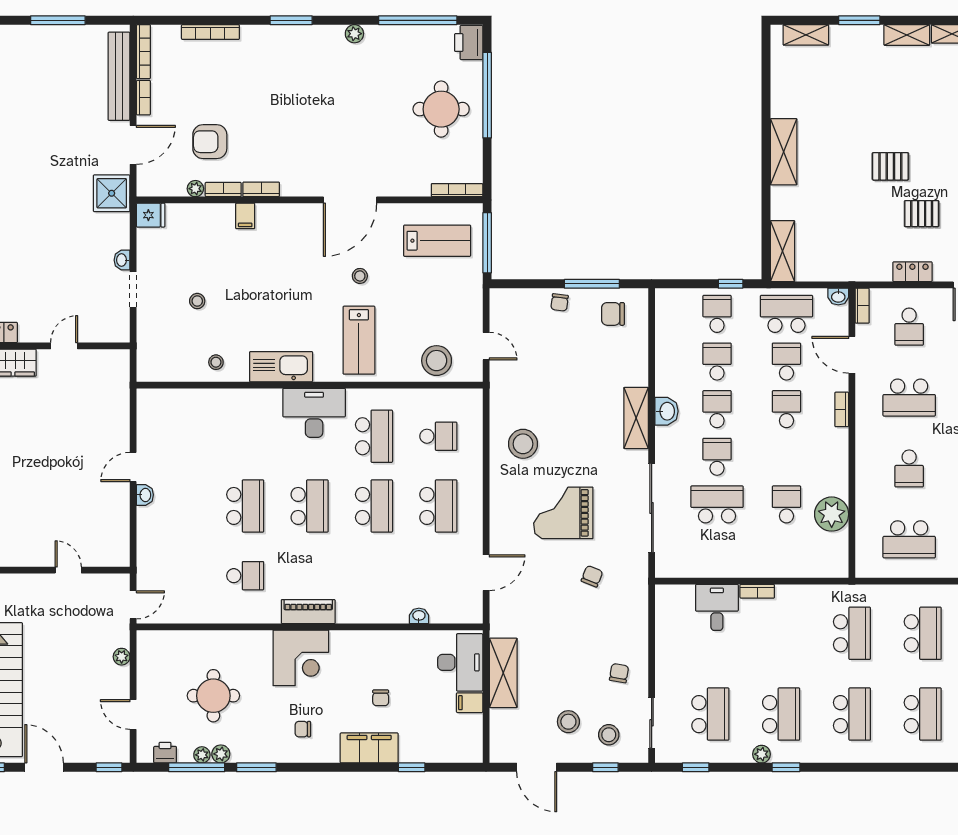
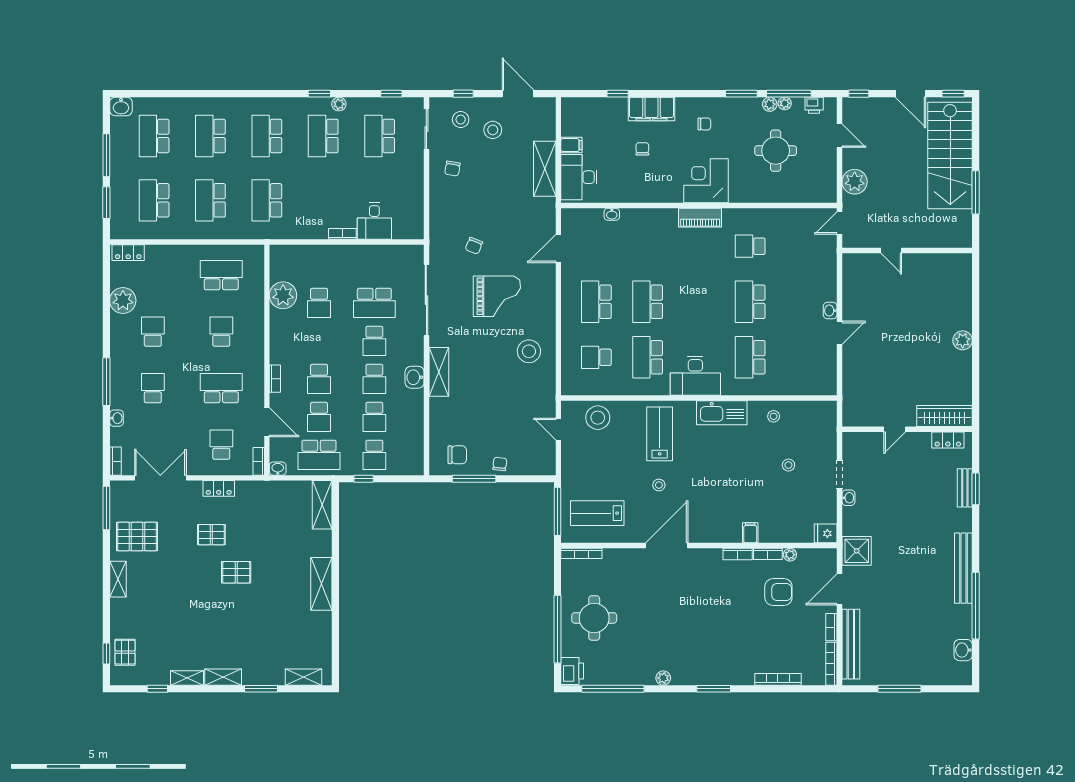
school desk: (310, 506) -> (750, 357), moved
plant: (122, 657) -> (855, 182), width x1.88, depth x1.88

